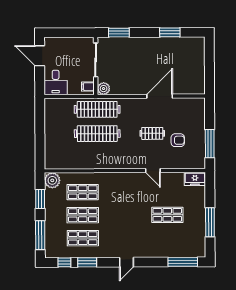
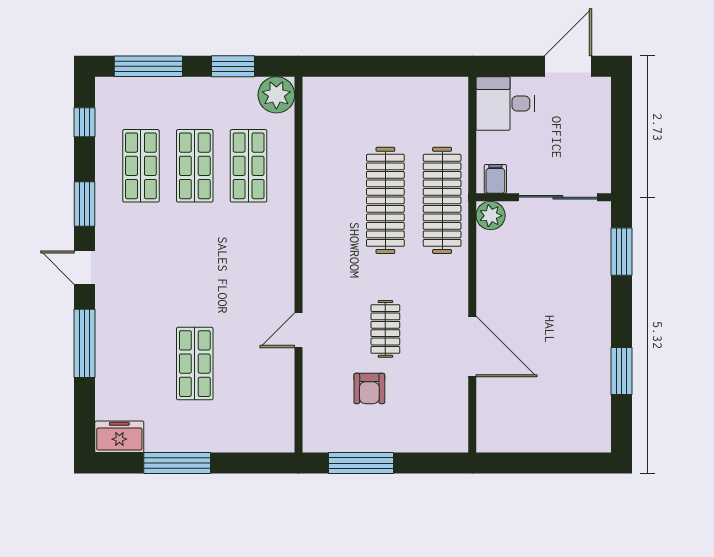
freezer: (195, 179) -> (119, 437), moved, turned 90
window: (87, 262) -> (85, 204), moved
window: (183, 262) -> (85, 343), moved

